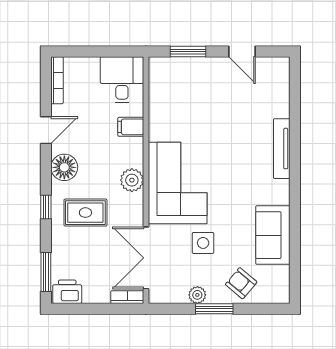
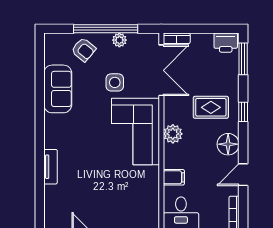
tv unit: (282, 149) -> (51, 167), width x0.71
window: (214, 309) -> (106, 29), width x2.11

